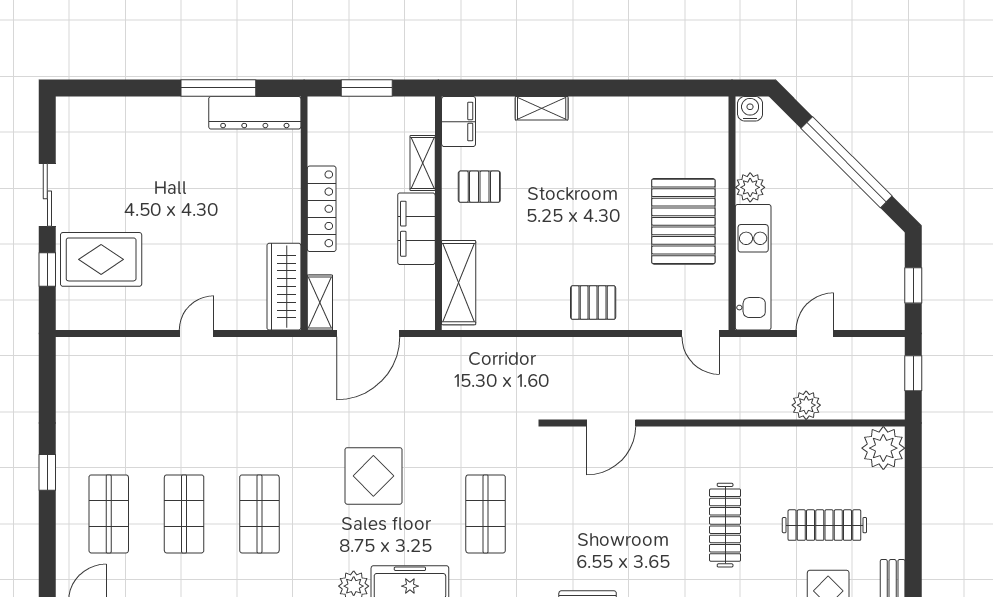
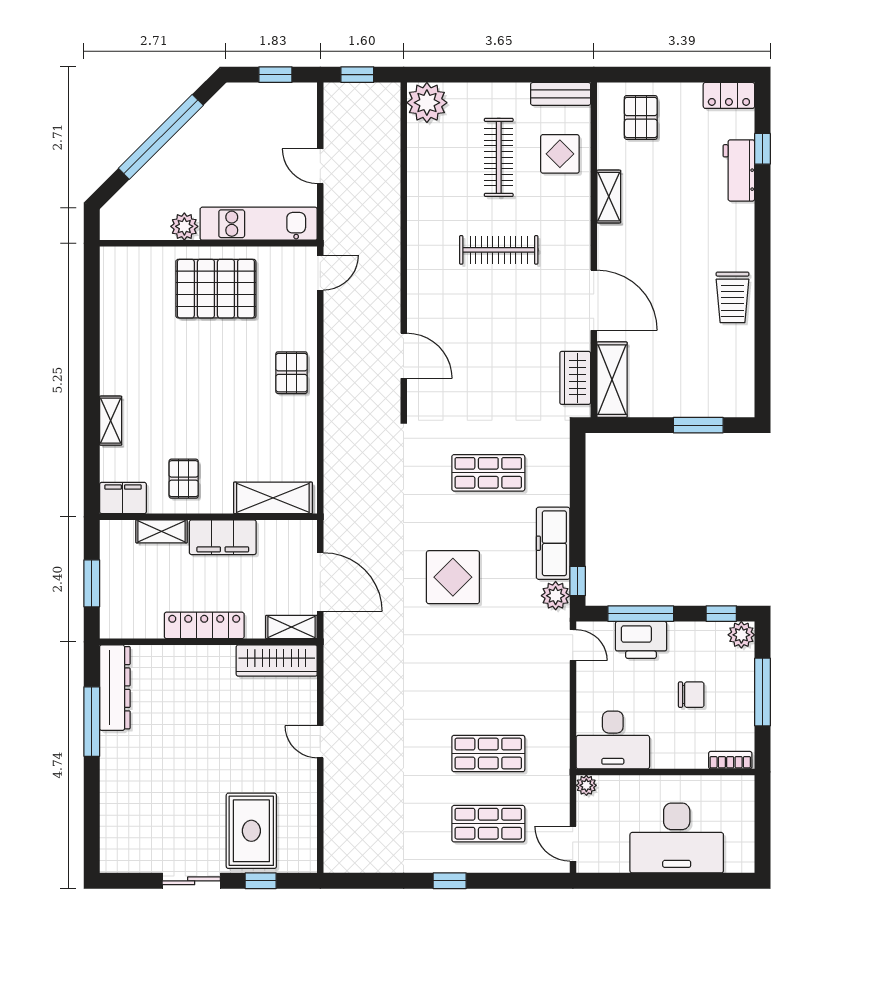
water cooler: (750, 109) -> (111, 227), removed
plant: (806, 405) -> (387, 174), removed
shop shelf: (259, 514) -> (488, 683), removed

